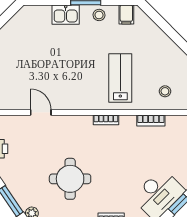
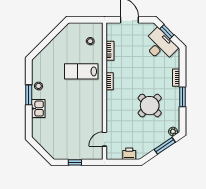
filing cabinet: (126, 14) -> (38, 67), removed
door: (41, 112) -> (104, 139), moved
round table: (70, 179) -> (150, 106), turned 45

